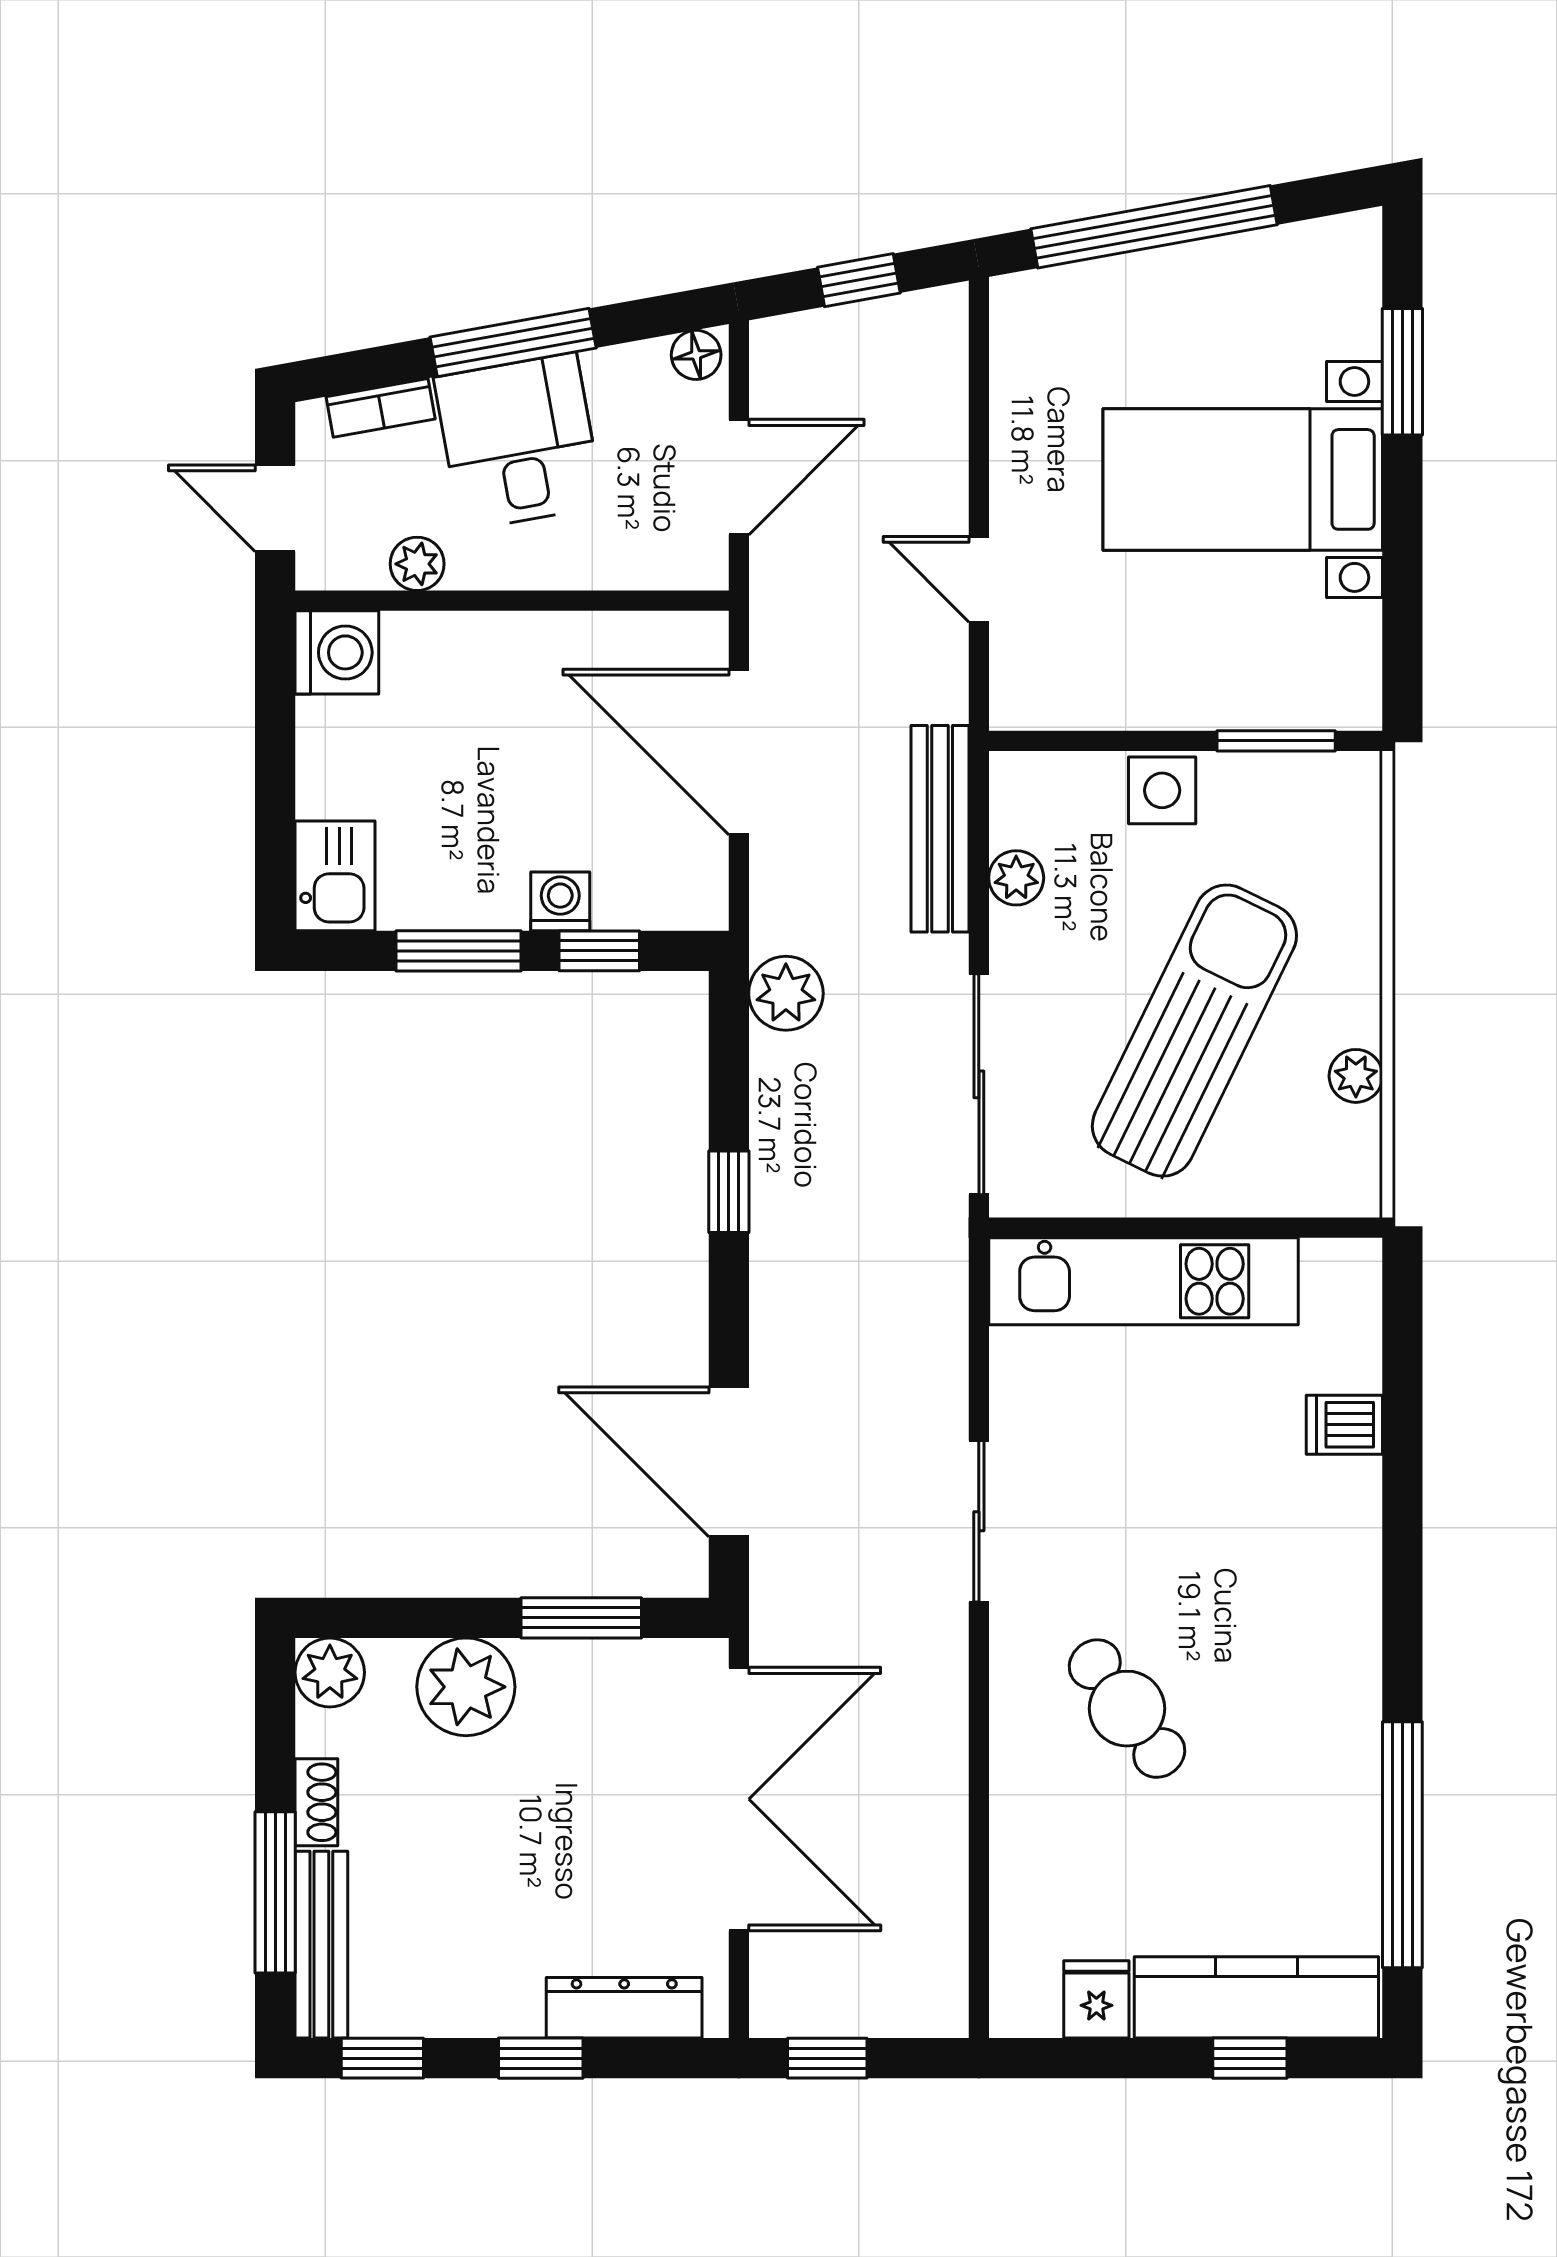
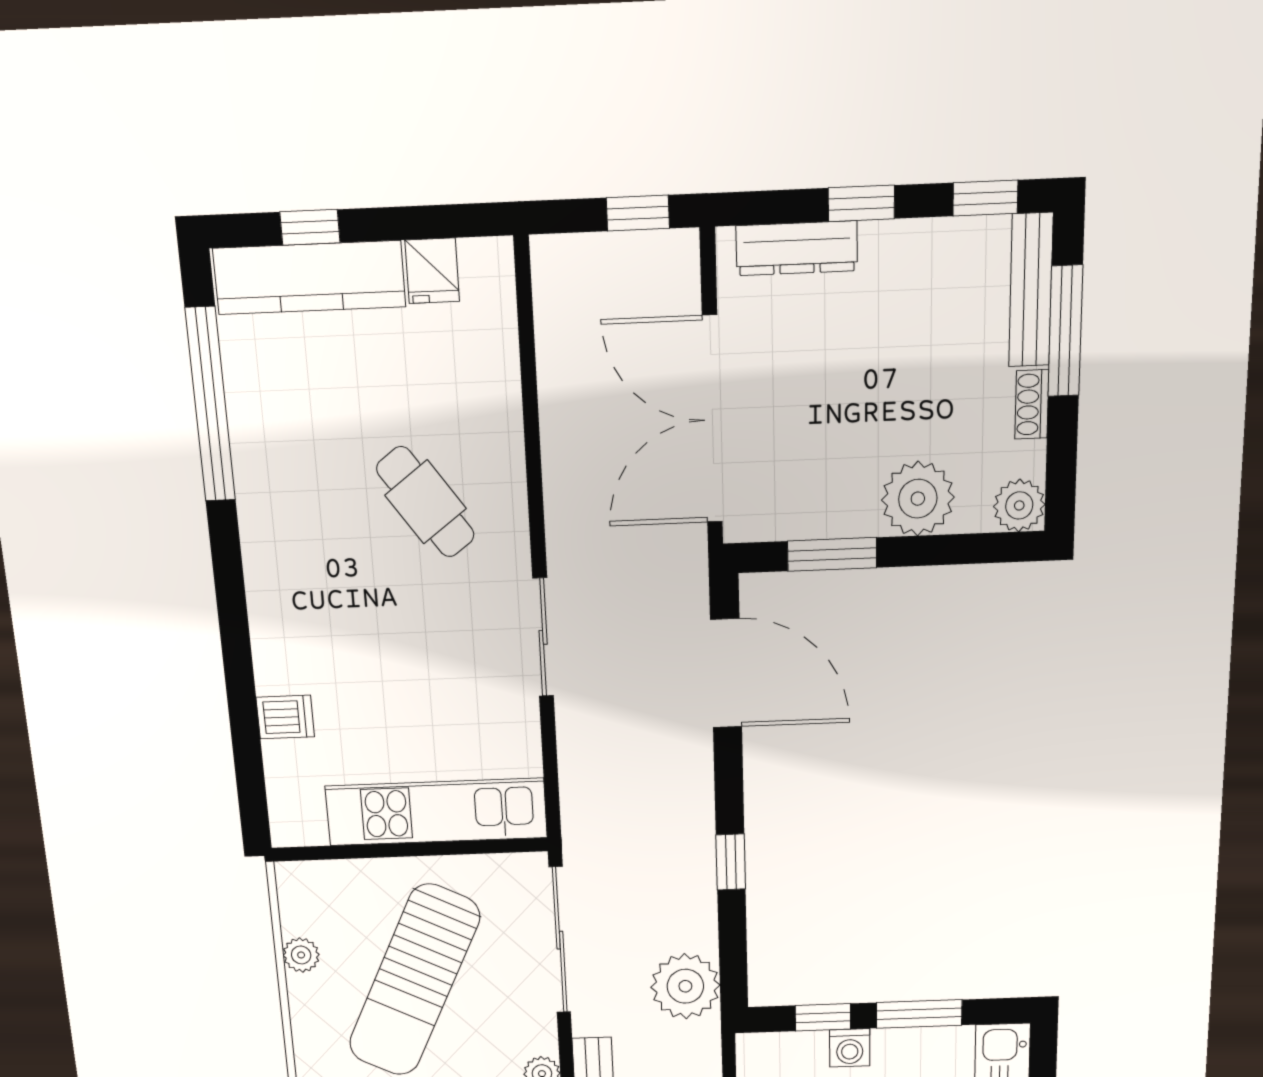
plant: (786, 993) -> (685, 986), width x1.36, depth x1.36

